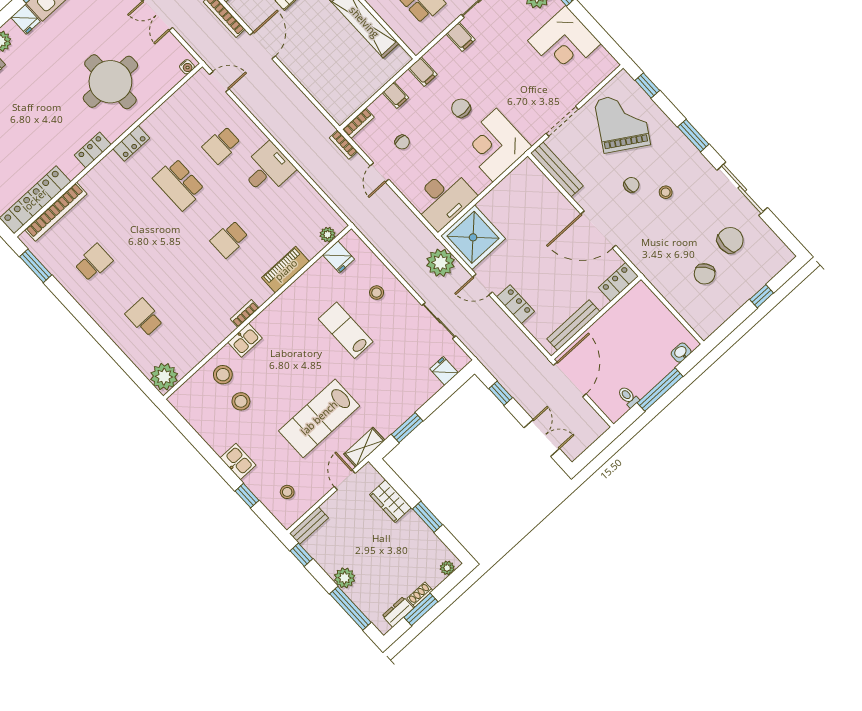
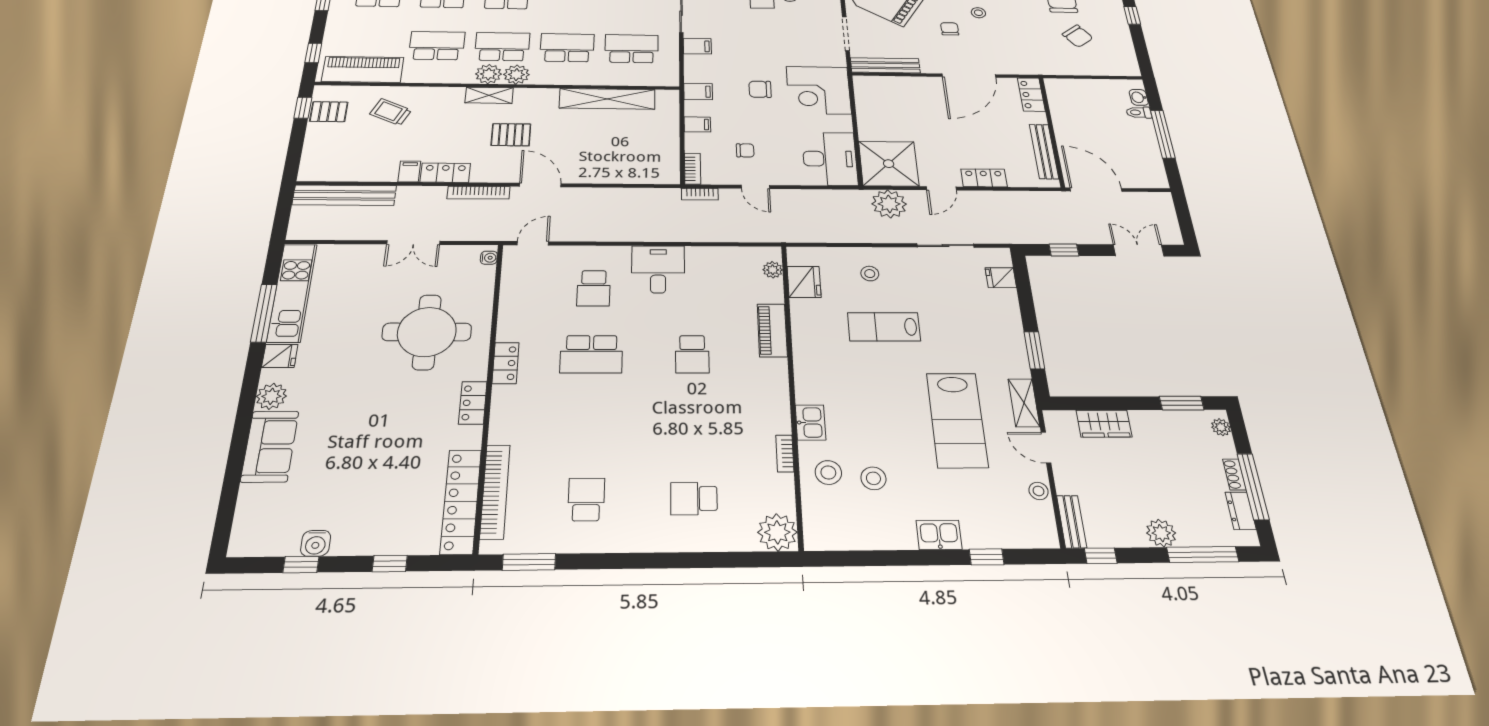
fridge: (339, 257) -> (804, 282), width x1.38
bookcase: (245, 313) -> (785, 453), moved
toilet: (628, 397) -> (1139, 112), moved
stool: (287, 492) -> (1039, 491), moved
window: (427, 517) -> (1182, 403), moved
window: (421, 609) -> (1253, 486), width x1.44

